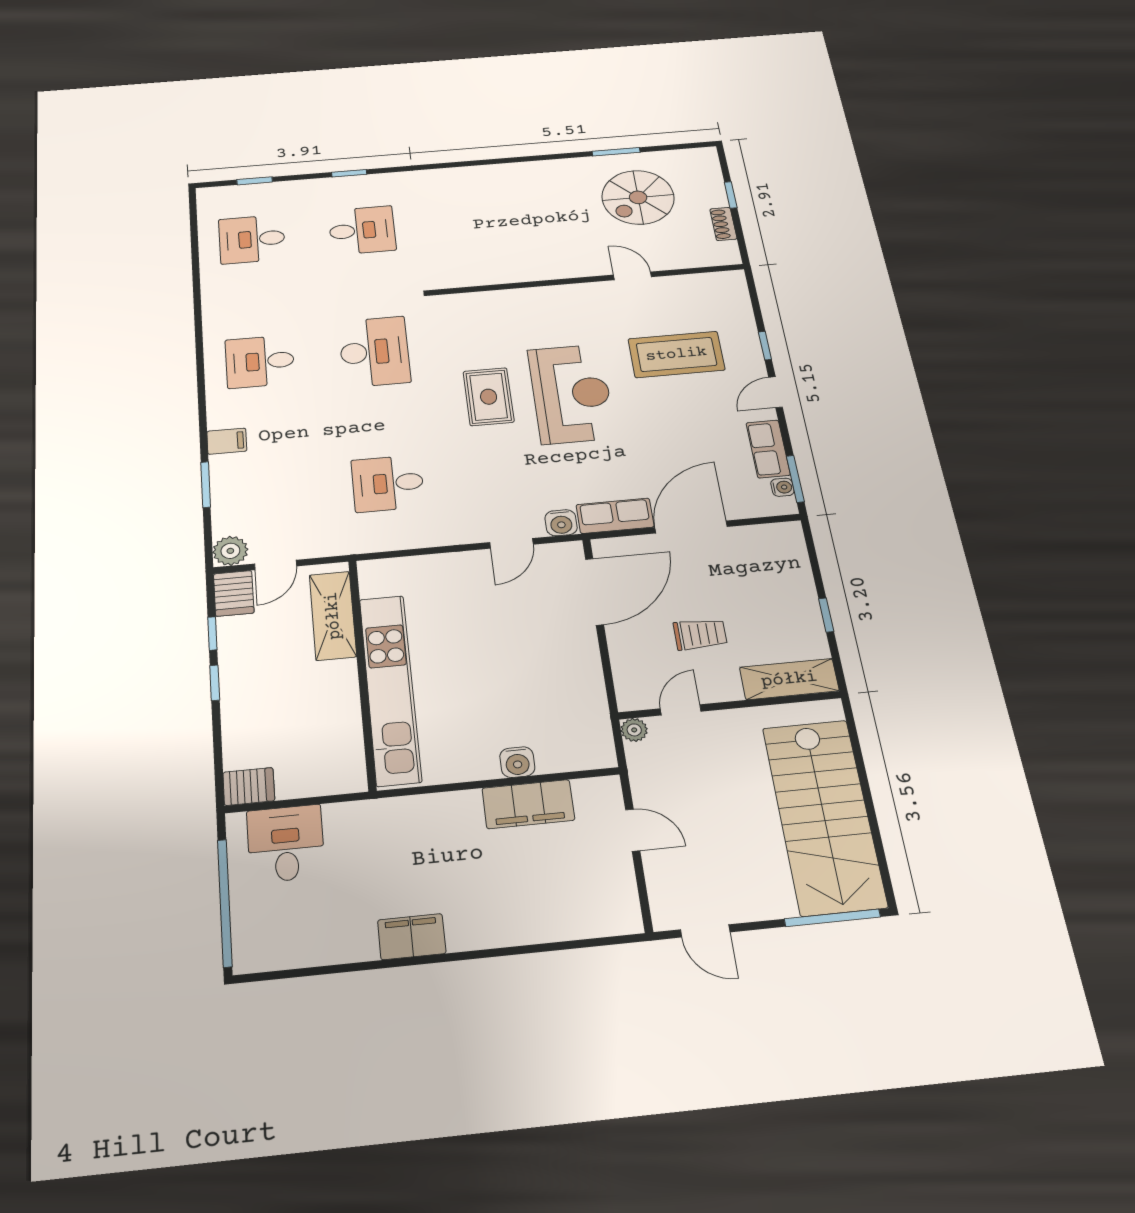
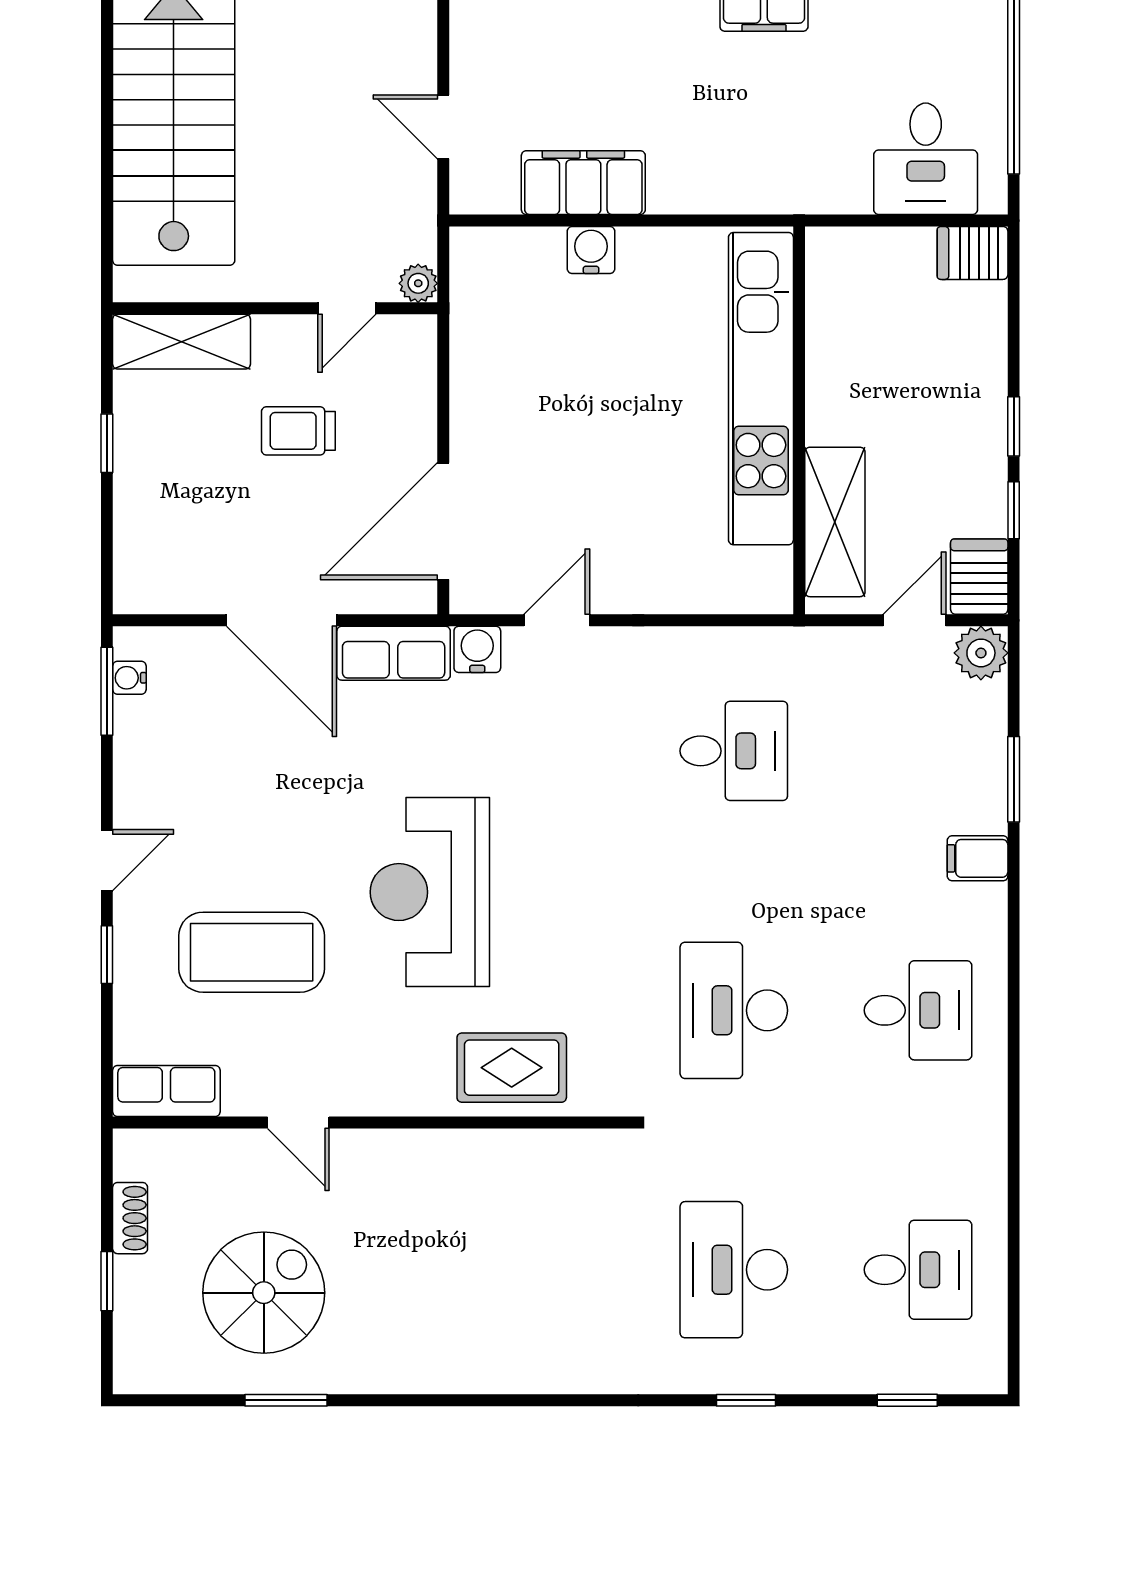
desk: (362, 230) -> (734, 1270), width x1.37
rug: (489, 397) -> (512, 1068), moved, turned 90
row of seats: (768, 449) -> (166, 1091), moved, turned -90
door: (691, 527) -> (281, 620), hinge flipped

